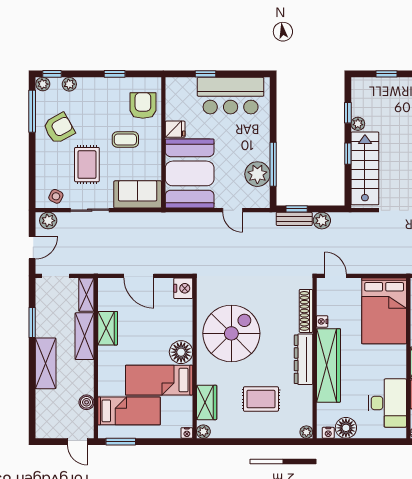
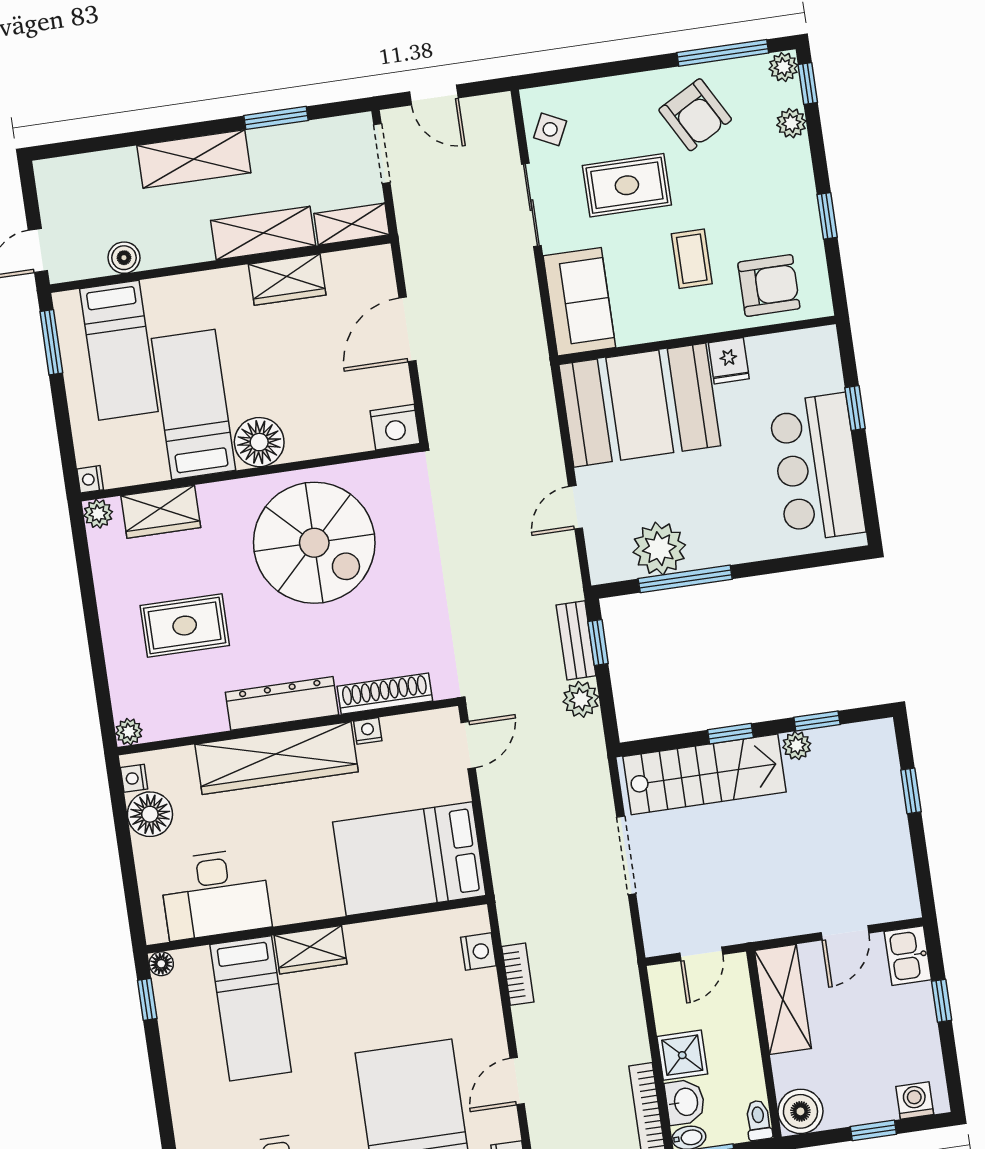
plant: (48, 221) -> (497, 120), removed
rug: (261, 399) -> (185, 626), turned 90

